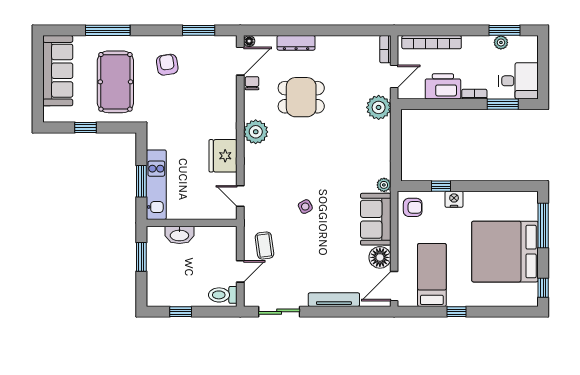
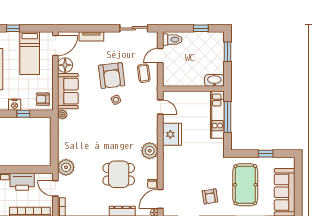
door: (394, 77) -> (55, 188), hinge flipped
window: (141, 181) -> (228, 117), width x1.44
washbasin: (179, 235) -> (214, 80), moved
armchair: (312, 242) -> (112, 76), added
window: (141, 257) -> (228, 52), moved
tv unit: (334, 300) -> (91, 36), width x0.71

